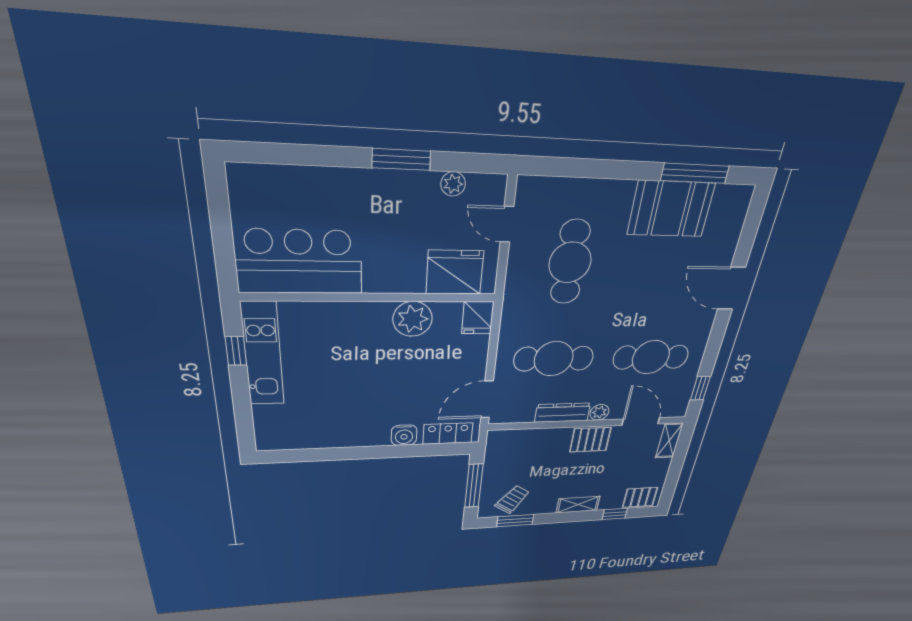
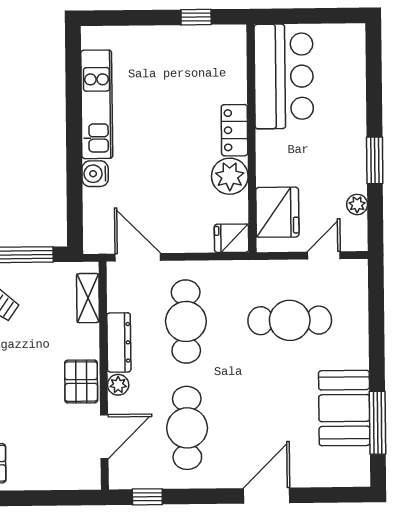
kitchen unit: (263, 355) -> (97, 104), moved, turned -90
locker: (448, 433) -> (234, 130), moved, turned 180
shelving: (669, 440) -> (88, 298), moved, turned 90

